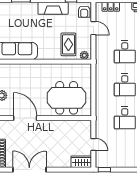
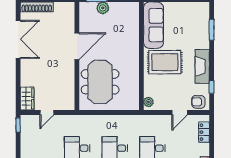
rug: (68, 44) -> (165, 62), moved, width x1.36, depth x1.43
door: (25, 118) -> (77, 46), moved

